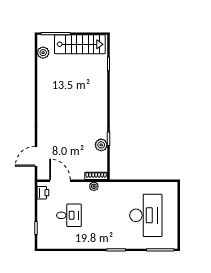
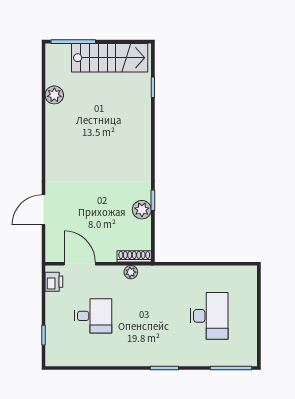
plant: (43, 53) -> (54, 95), moved
door: (36, 156) -> (44, 210), moved
desk: (146, 215) -> (209, 316), width x0.73, depth x0.77

